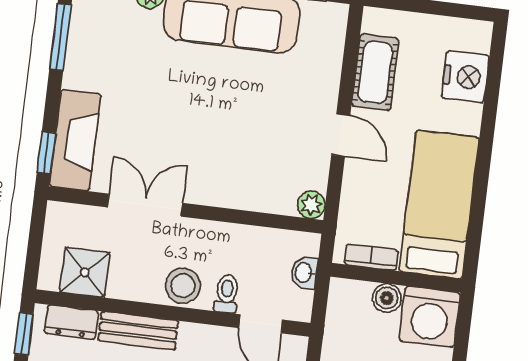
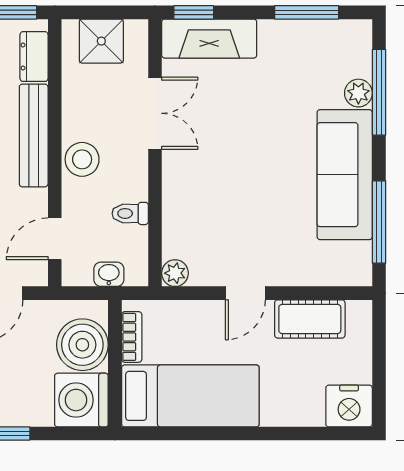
nightstand: (465, 77) -> (349, 406), moved
shower: (85, 272) -> (101, 41), moved
toilet: (227, 294) -> (130, 213), moved, turned 180
boiler: (387, 298) -> (82, 345), width x1.86, depth x1.86
bench: (138, 331) -> (34, 135), width x1.36

